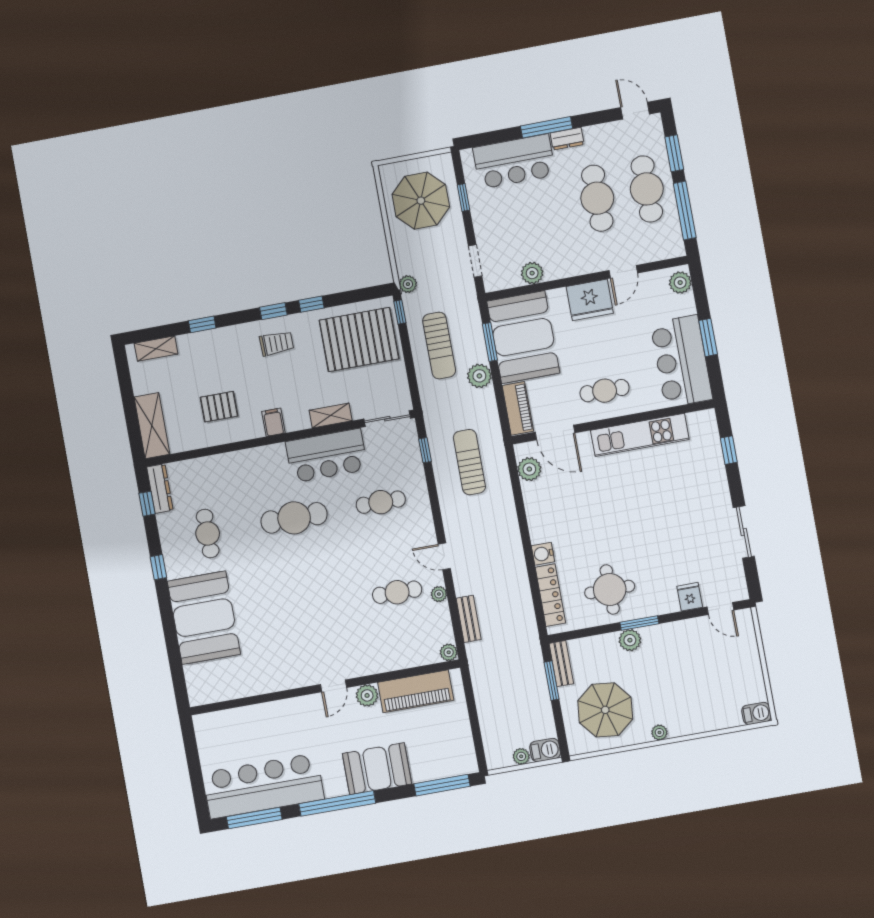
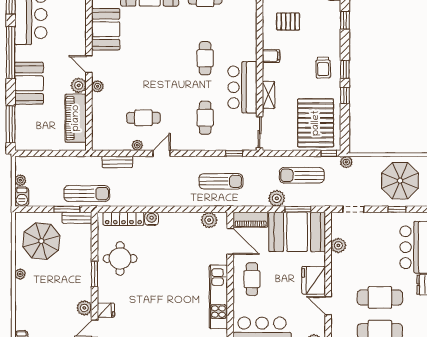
pallet: (219, 407) -> (288, 22), turned 90
door: (555, 432) -> (230, 241), swing flipped
cafe table: (294, 518) -> (205, 58), width x0.73, depth x0.74
cafe table: (397, 592) -> (143, 118), turned 90
plant: (630, 640) -> (84, 308), moved
plant: (449, 652) -> (98, 86), moved
sun lounger: (523, 655) -> (87, 194), added
booth: (278, 670) -> (106, 29), added

